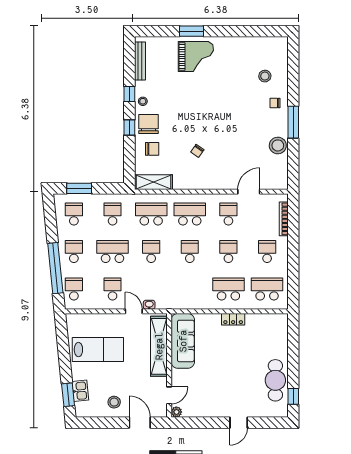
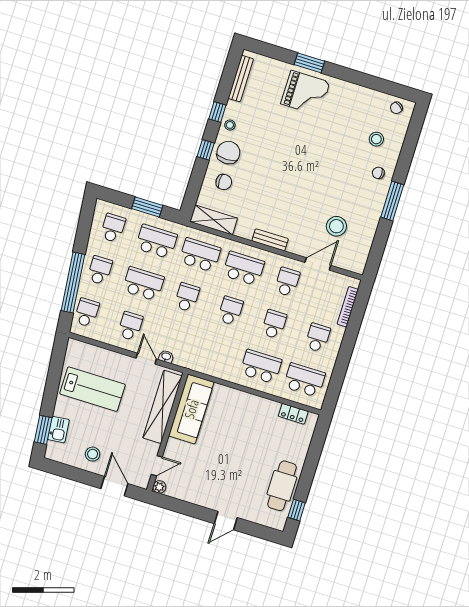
stool: (278, 145) -> (336, 226), moved
chair: (197, 151) -> (396, 108), moved
bench: (204, 184) -> (270, 240), added
window: (79, 188) -> (147, 207), moved
school desk: (113, 214) -> (156, 241), width x1.85
locker: (233, 319) -> (293, 414), moved

